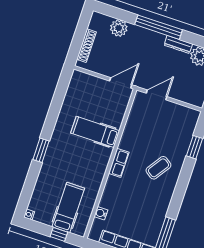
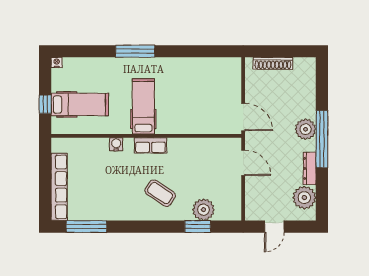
plant: (119, 28) -> (306, 129), moved
hospital bed: (95, 132) -> (143, 106), moved
plant: (183, 138) -> (203, 210), added
window: (41, 150) -> (135, 51), width x1.44
water cooler: (101, 213) -> (116, 144), moved

